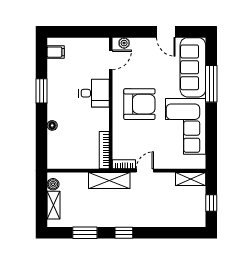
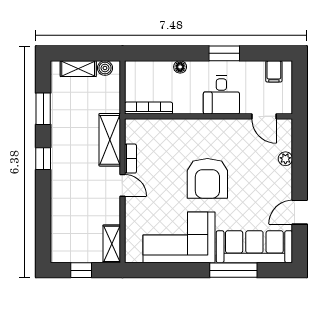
door: (111, 60) -> (264, 116), moved
desk: (94, 93) -> (221, 95), moved
wall: (111, 103) -> (209, 116), moved
bookcase: (104, 150) -> (149, 108), moved

